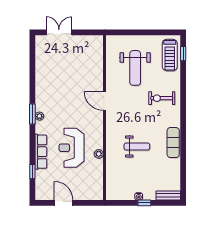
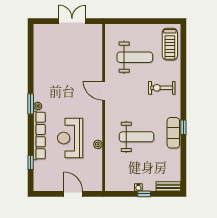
double door: (59, 32) -> (72, 21), moved
window: (183, 54) -> (183, 127), moved
weight bench: (135, 68) -> (135, 57), turned -90
weight bench: (137, 147) -> (137, 137), width x1.36, depth x1.33
row of seats: (41, 152) -> (39, 136), width x1.36
door: (64, 203) -> (73, 194), moved

